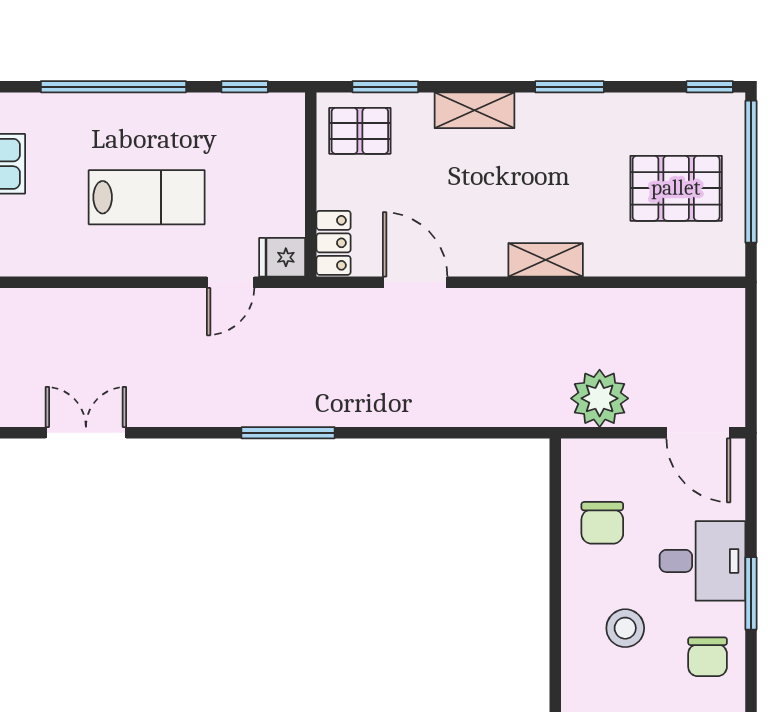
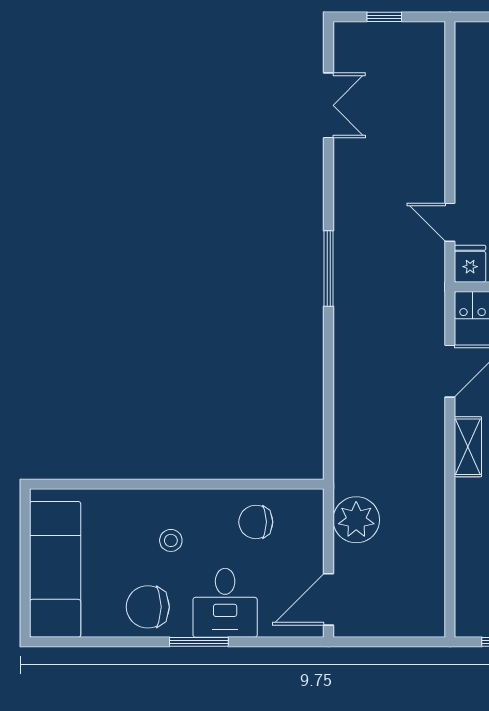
shelving: (546, 260) -> (468, 447), moved
stool: (625, 628) -> (171, 540), width x0.73, depth x0.73
chair: (708, 657) -> (148, 607), width x1.37, depth x1.37

